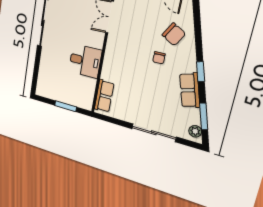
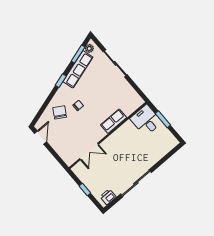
desk: (85, 61) -> (146, 120), moved
row of seats: (190, 90) -> (78, 69), width x1.48
row of seats: (104, 96) -> (114, 121), moved

